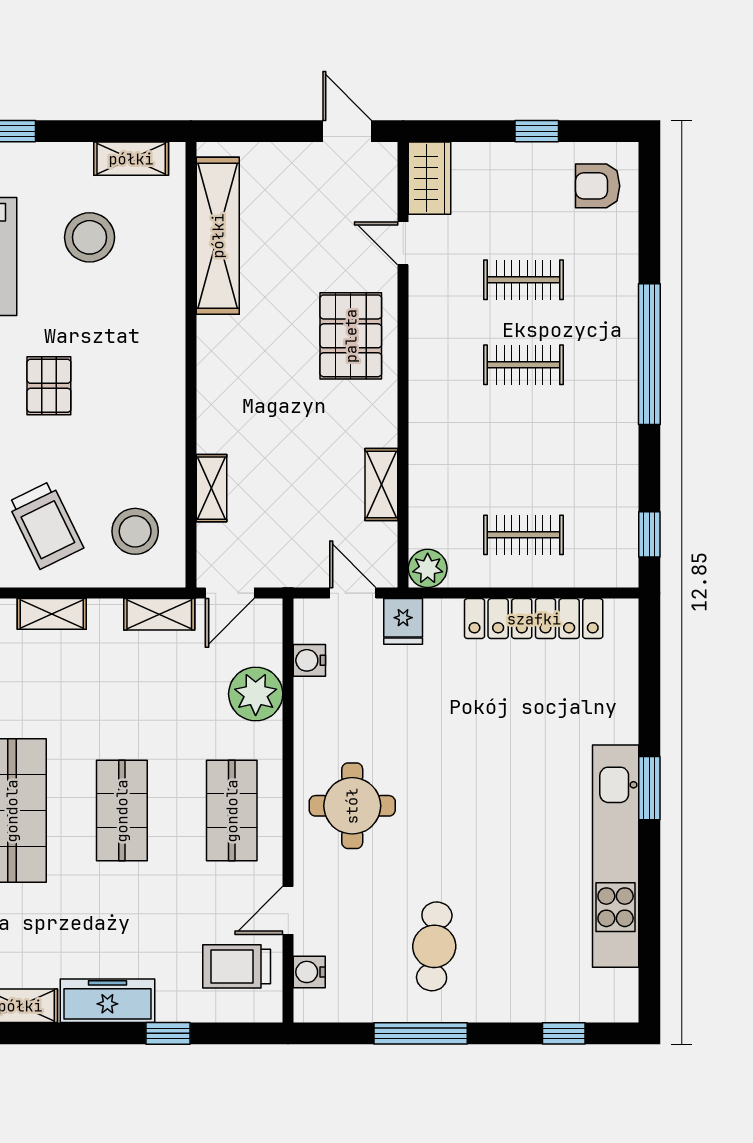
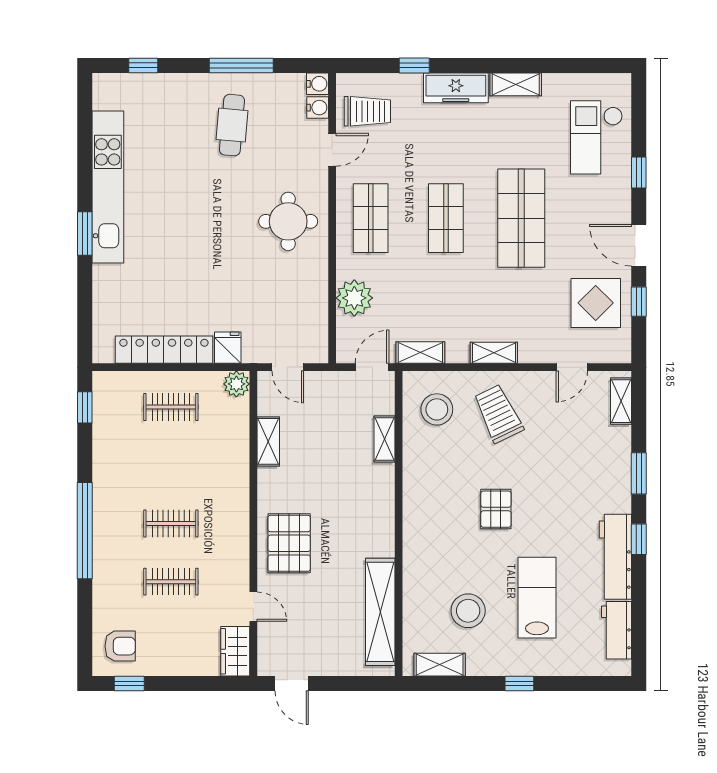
window: (537, 131) -> (129, 684), moved
fridge: (403, 621) -> (228, 348), moved
water cooler: (309, 660) -> (317, 84), moved

